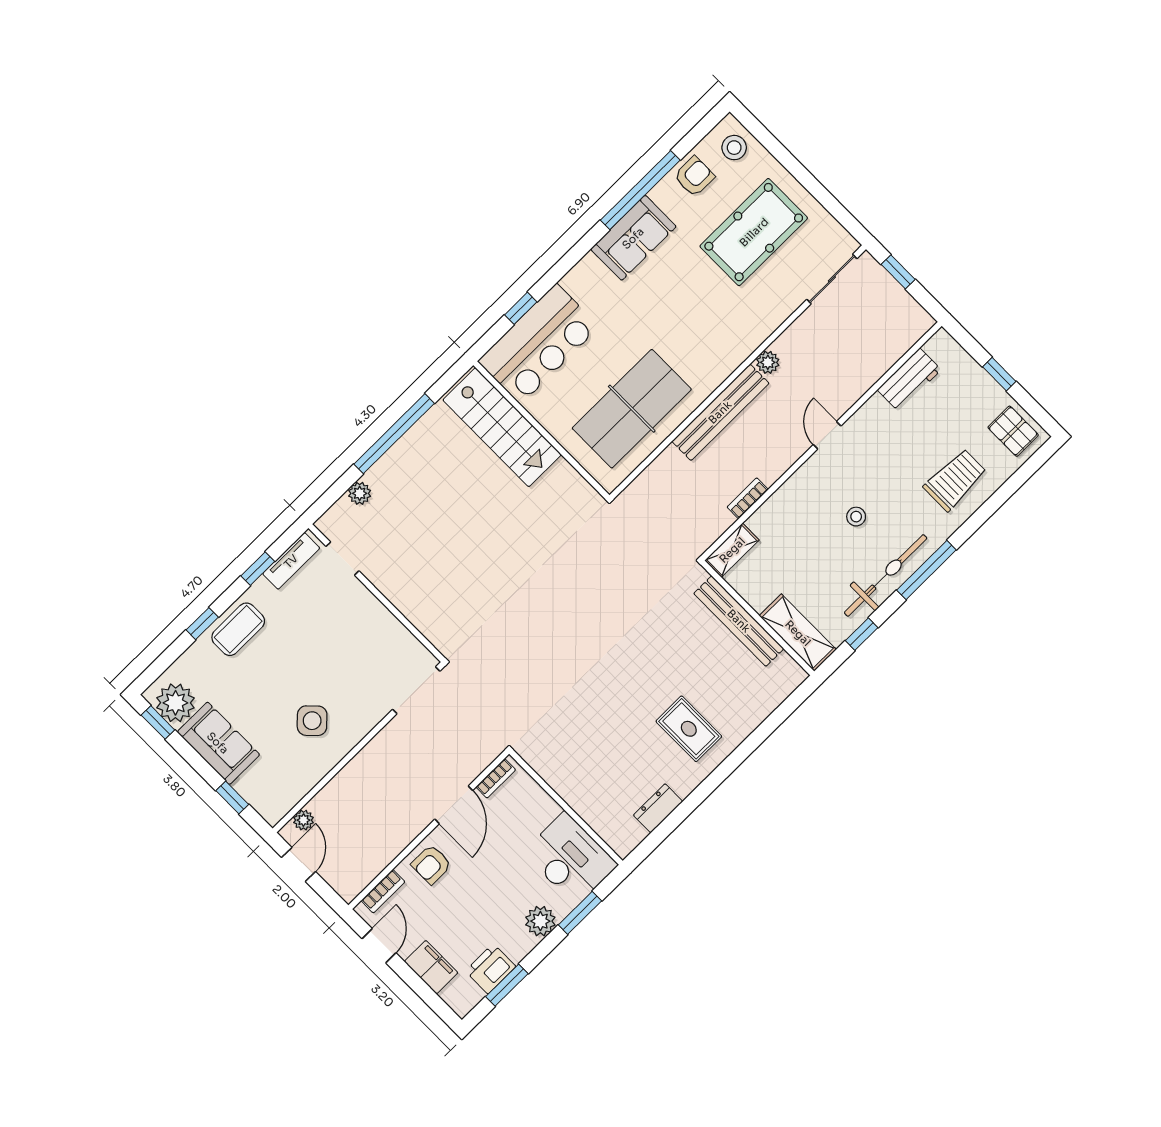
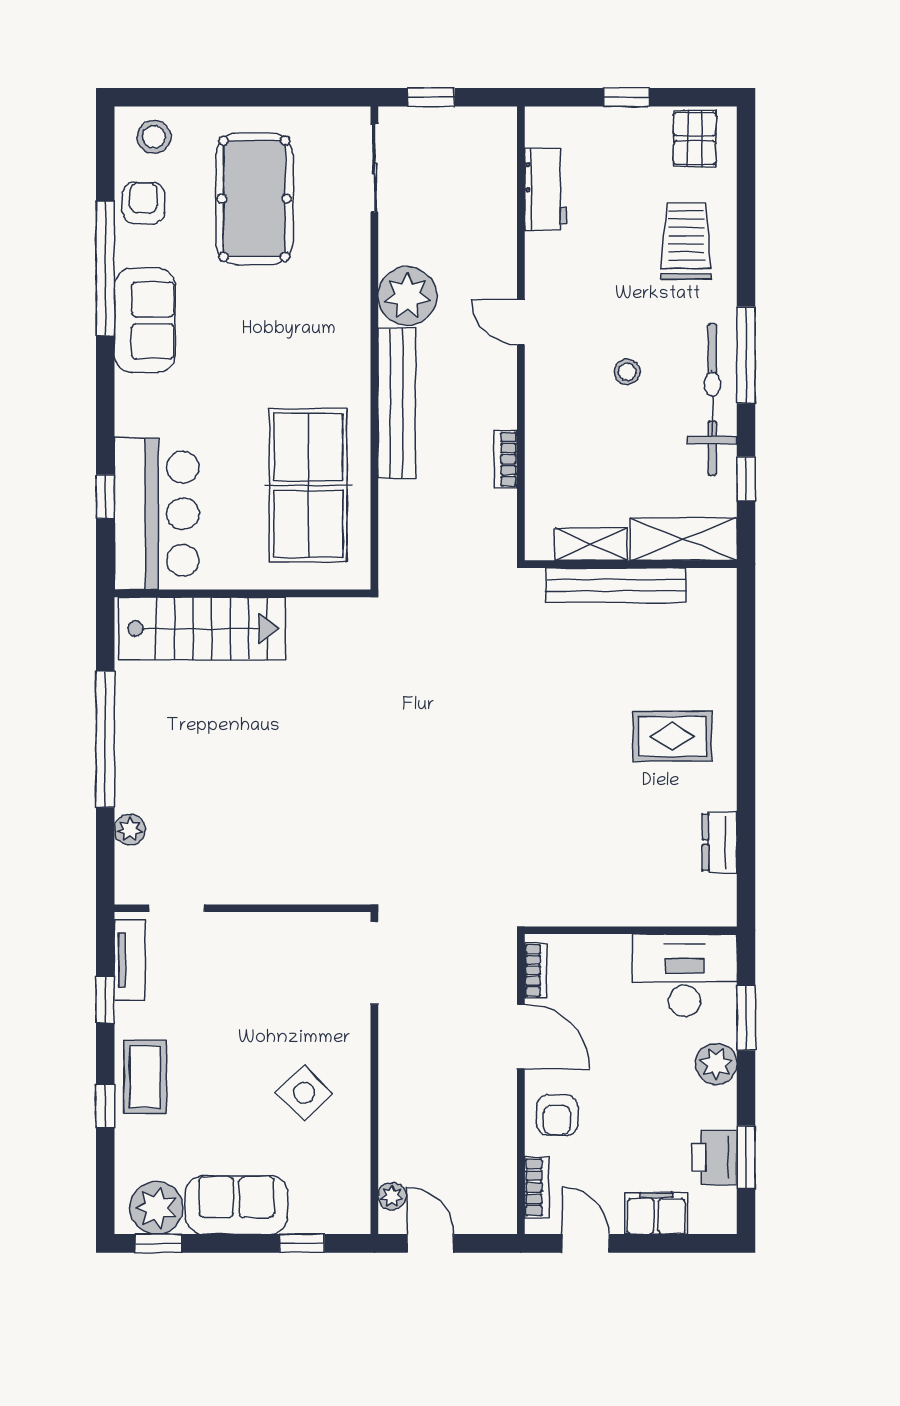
plant: (768, 362) -> (407, 296), width x1.87, depth x1.87
pallet: (1013, 431) -> (695, 138), turned 90
shelving: (732, 550) -> (591, 544), moved, turned 90

